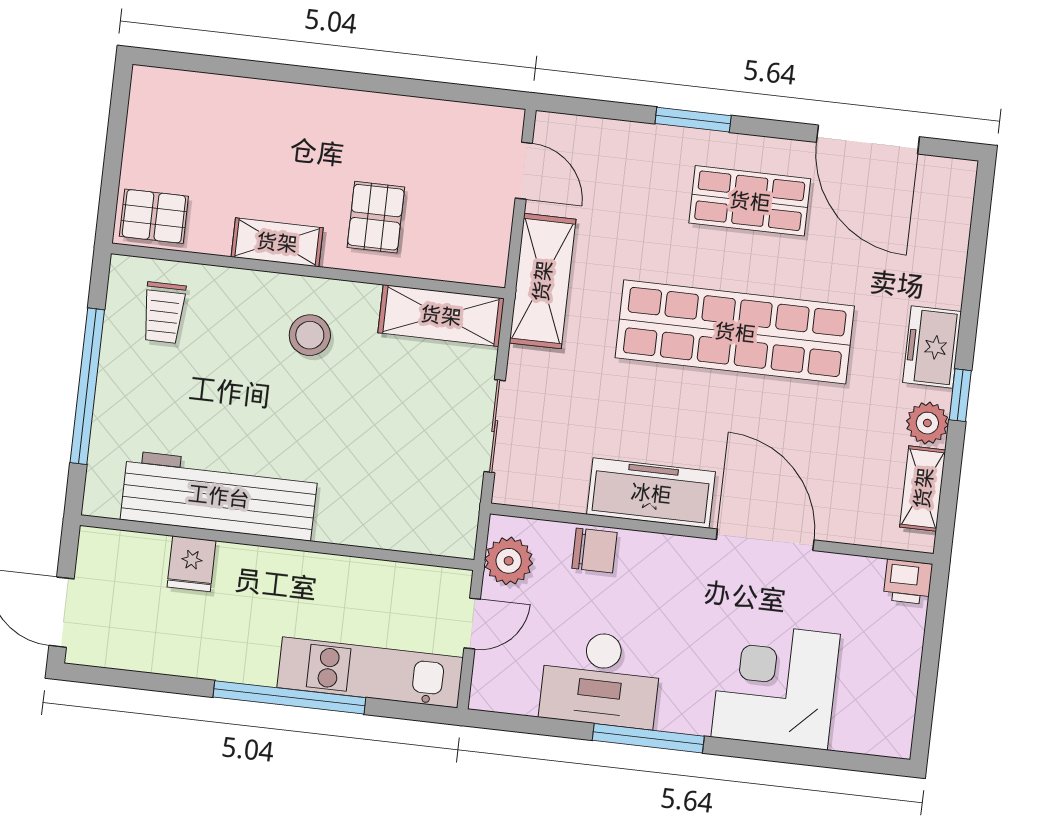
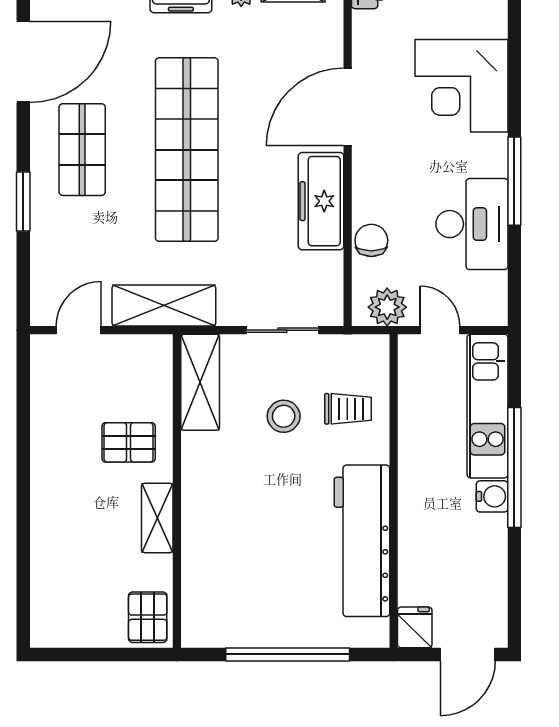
trolley: (164, 313) -> (348, 409), moved
stool: (310, 335) -> (284, 416), moved
fridge: (191, 564) -> (415, 627), moved, turned -90
water cooler: (256, 665) -> (492, 496), added

